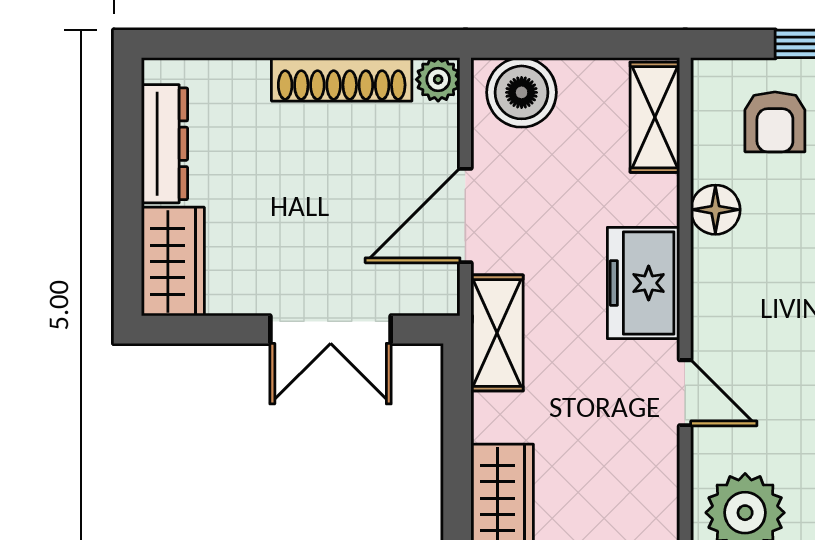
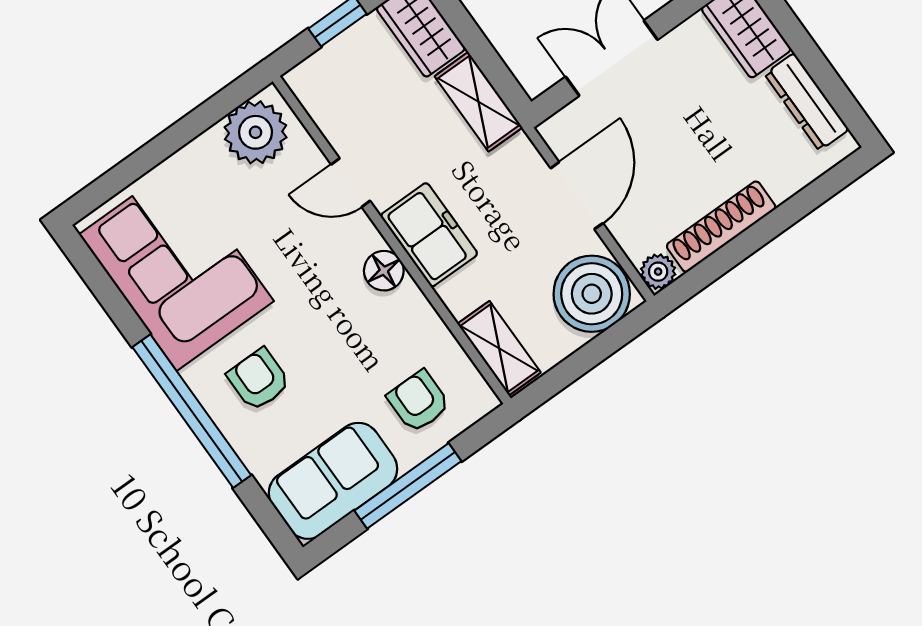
boiler: (522, 92) -> (592, 294), width x1.37, depth x1.37
floor lamp: (715, 210) -> (384, 271), moved
shelving: (497, 333) -> (478, 102), moved

